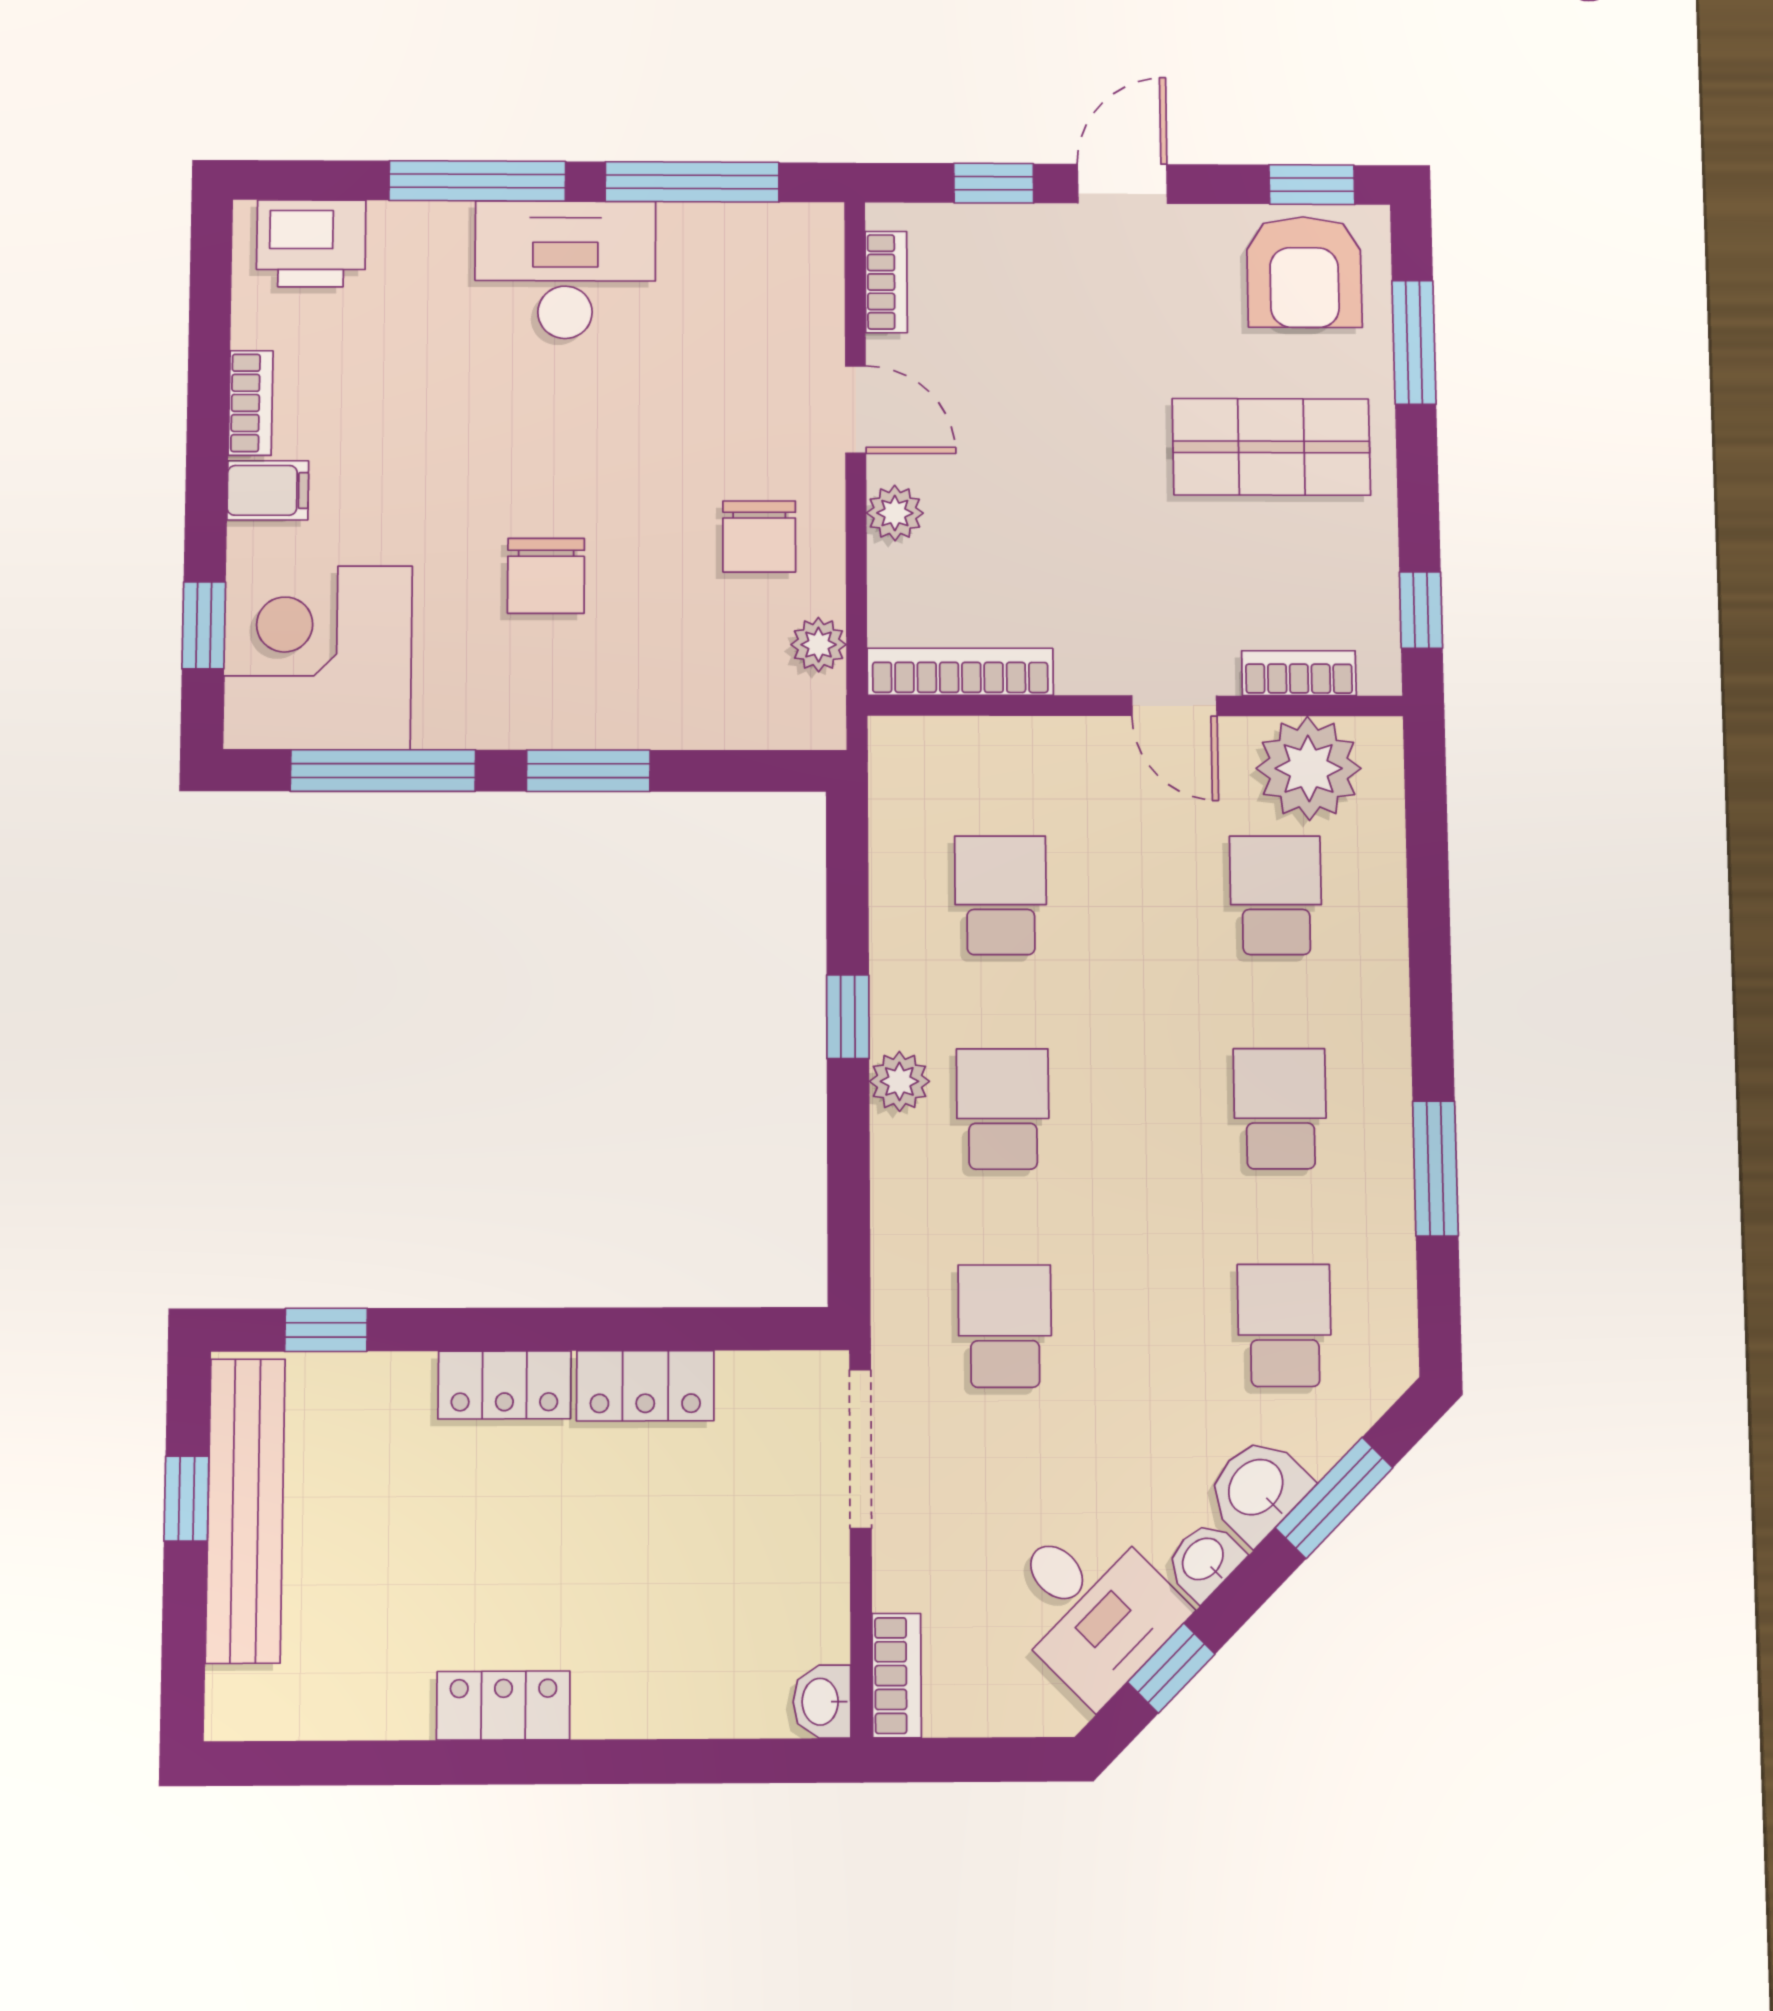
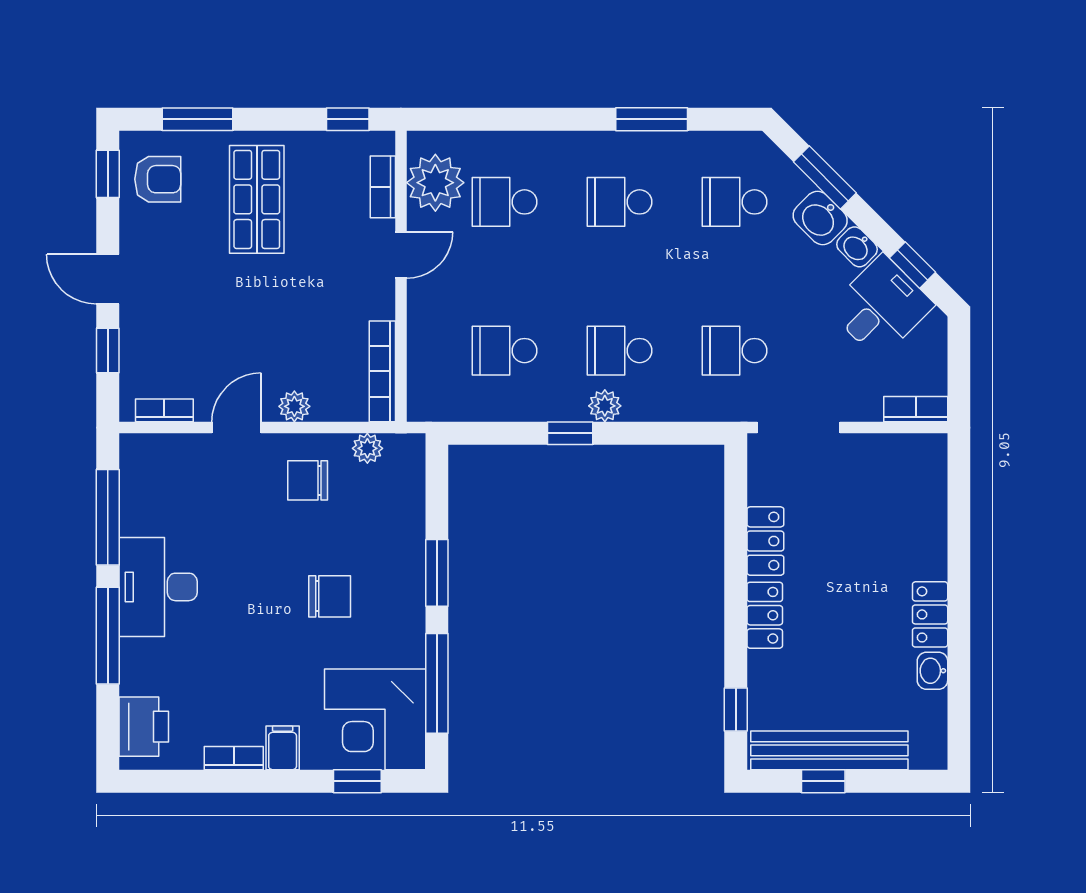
armchair: (1304, 272) -> (158, 179), width x0.72, depth x0.72
chair: (759, 536) -> (308, 480), turned 180
washbasin: (822, 1702) -> (932, 671), moved, turned 90

